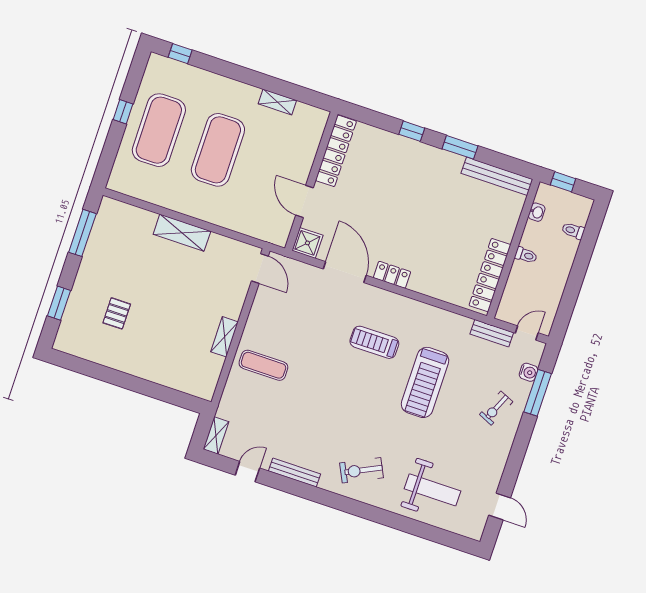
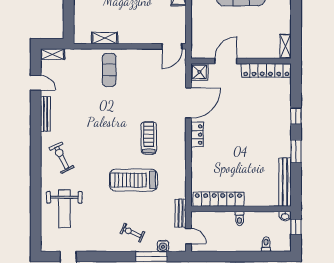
shelving: (277, 102) -> (286, 46), moved
washbasin: (537, 212) -> (285, 216), moved
shelving: (224, 337) -> (105, 38), moved

